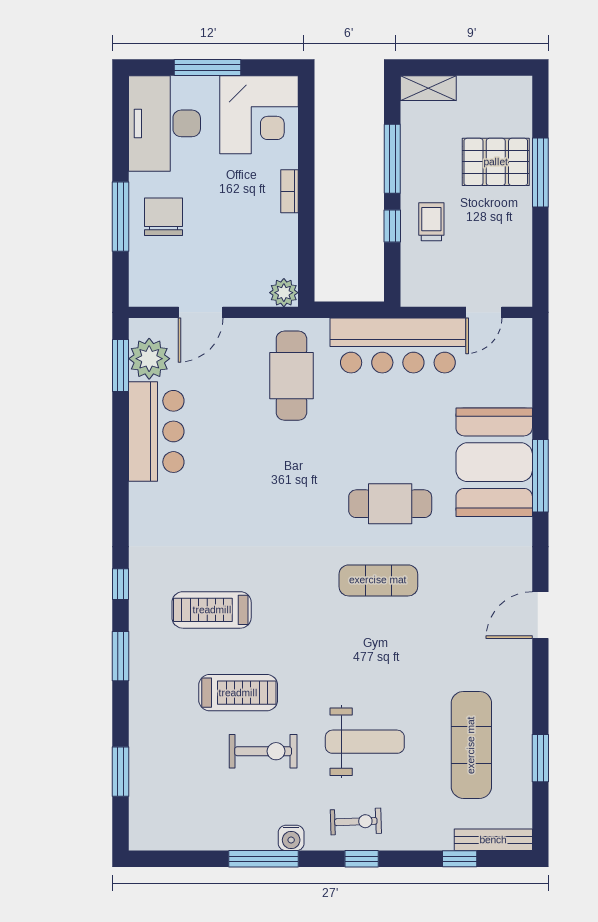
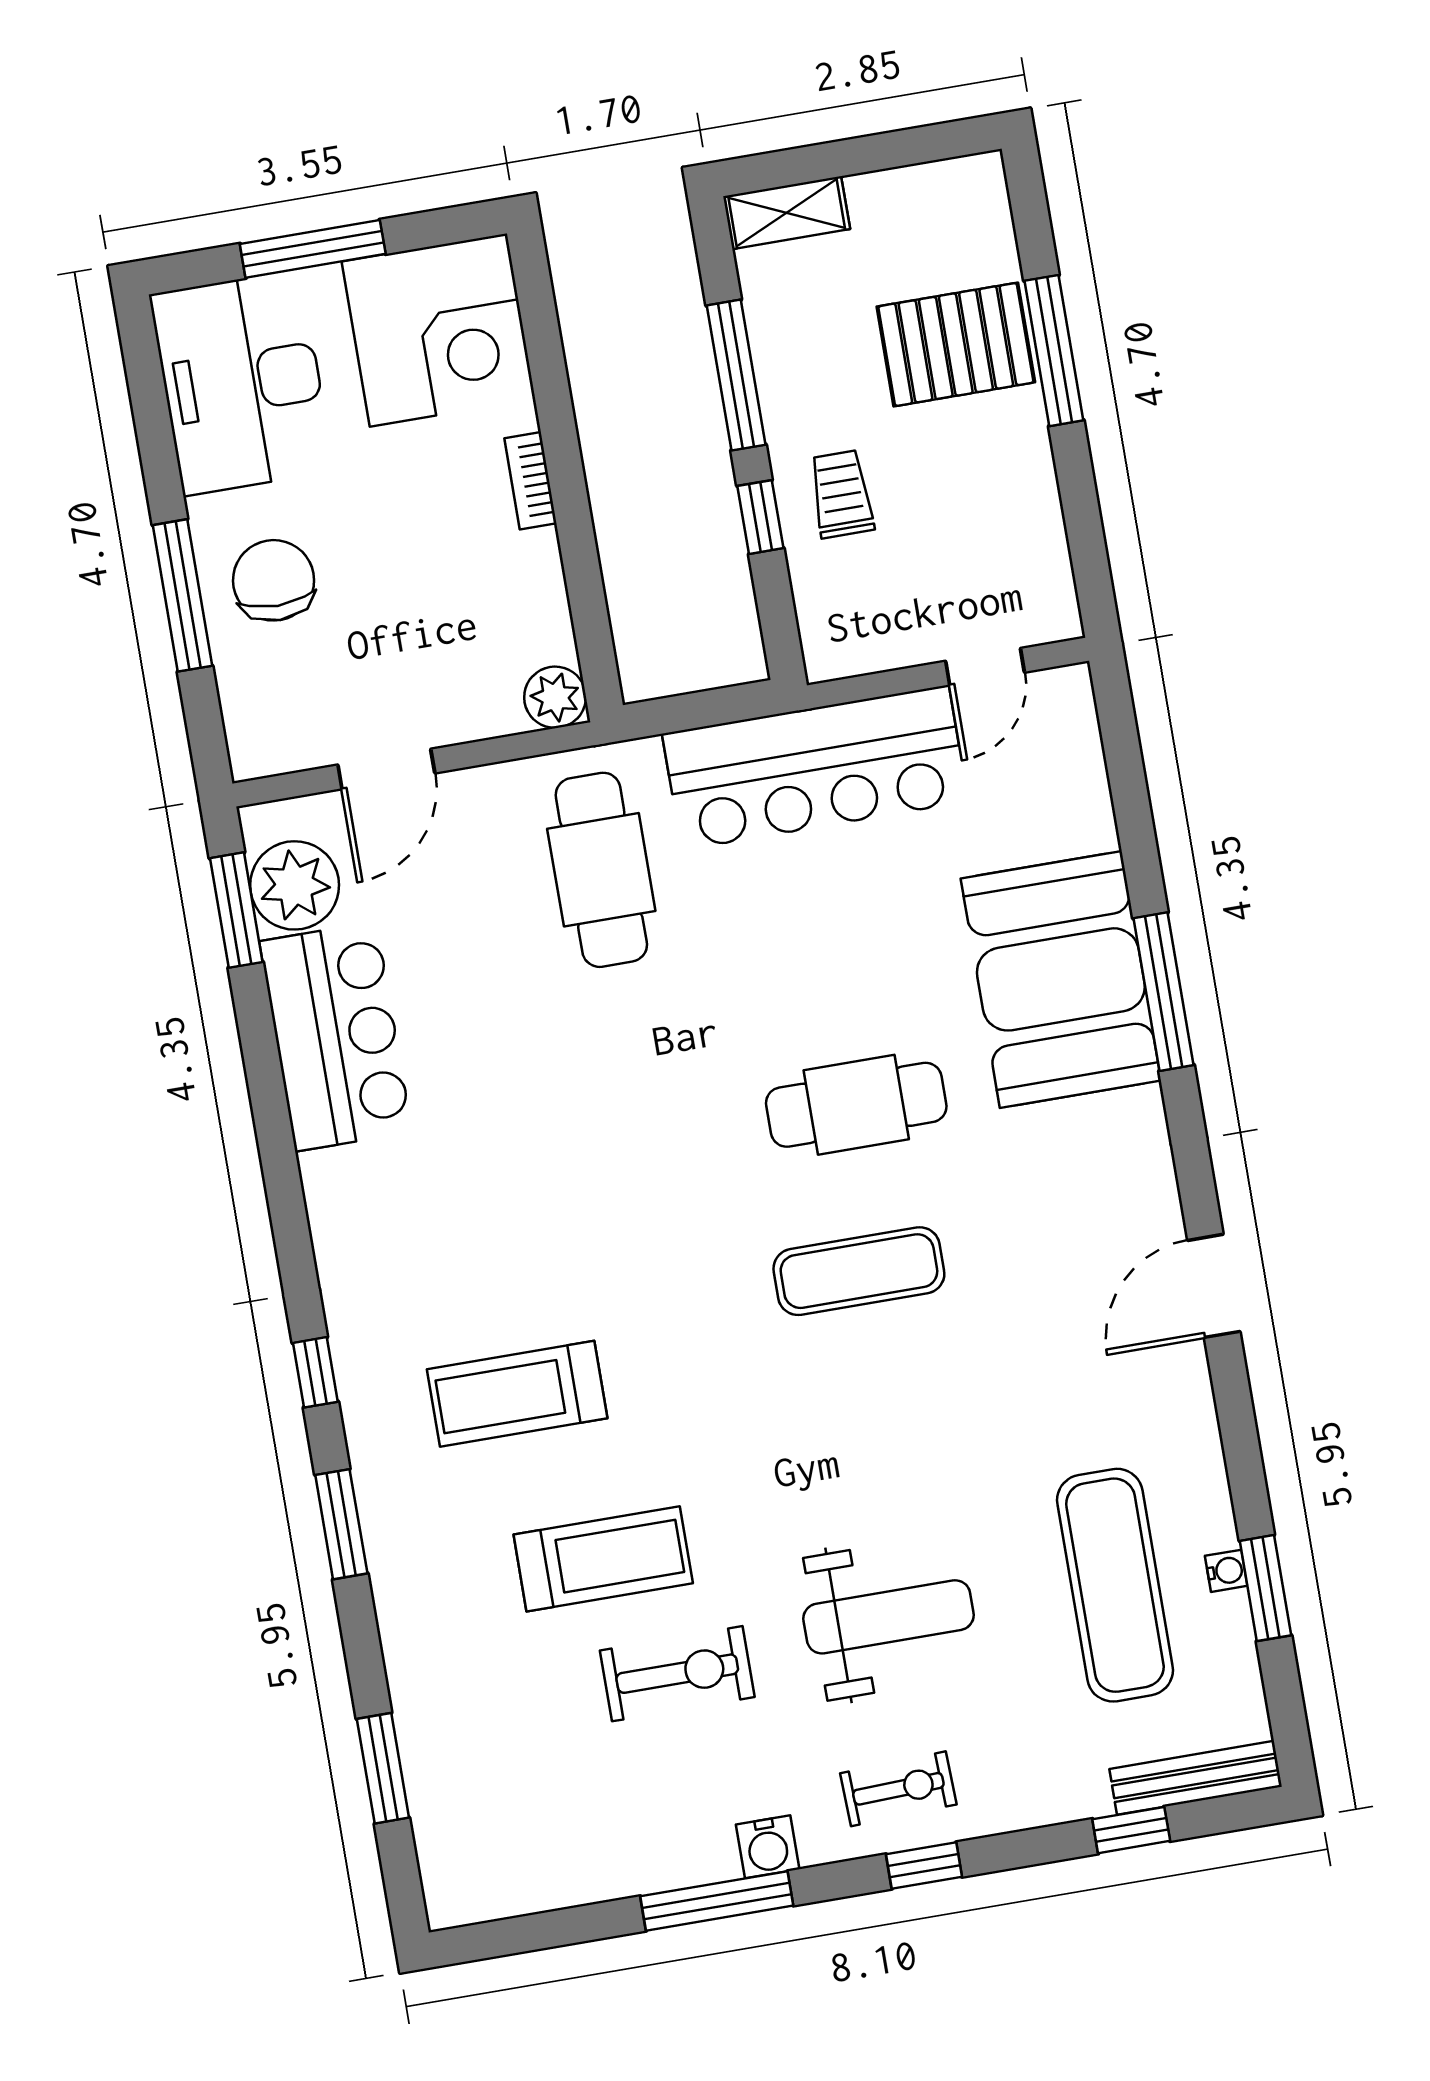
water cooler: (524, 747) -> (1226, 1571), added

